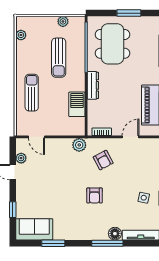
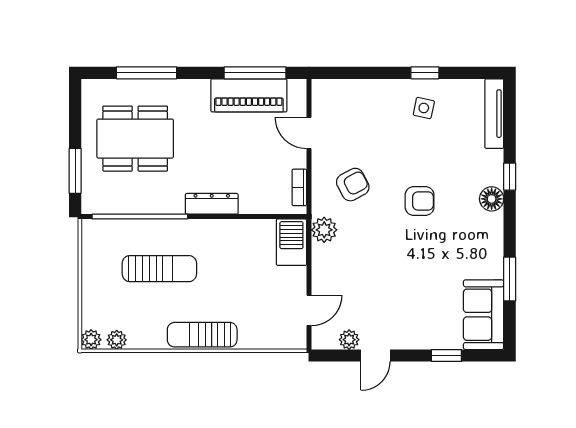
window: (129, 13) -> (75, 171), moved
plant: (63, 21) -> (91, 340), moved
dining table: (112, 44) -> (135, 139), moved
sun lounger: (32, 93) -> (202, 335), moved
barbecue: (77, 104) -> (291, 242), moved, turned 90
floor lamp: (115, 234) -> (492, 199), moved
window: (107, 243) -> (510, 177), width x0.46

